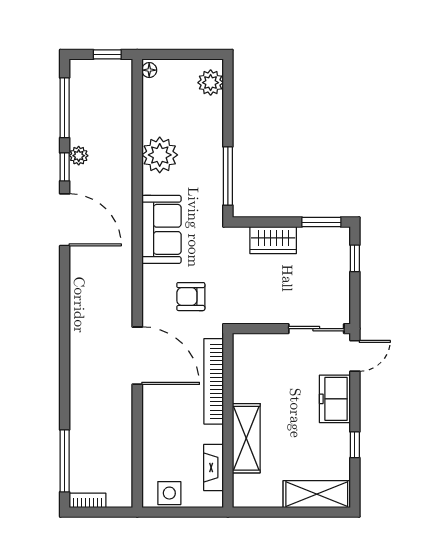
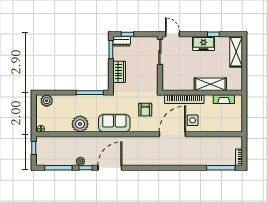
dresser: (340, 245) -> (122, 41), added
freezer: (335, 399) -> (203, 43), moved
side table: (169, 493) -> (193, 120), moved

